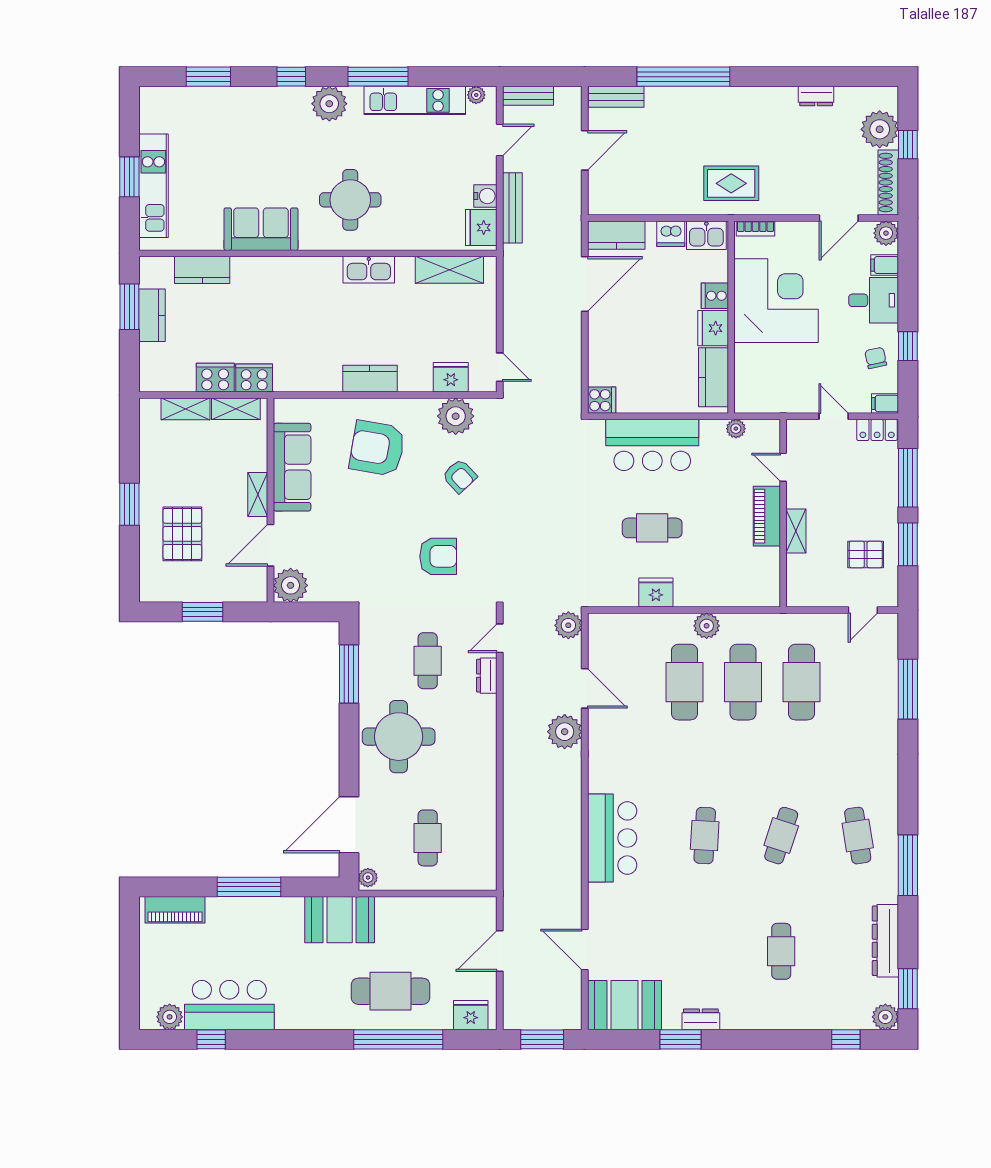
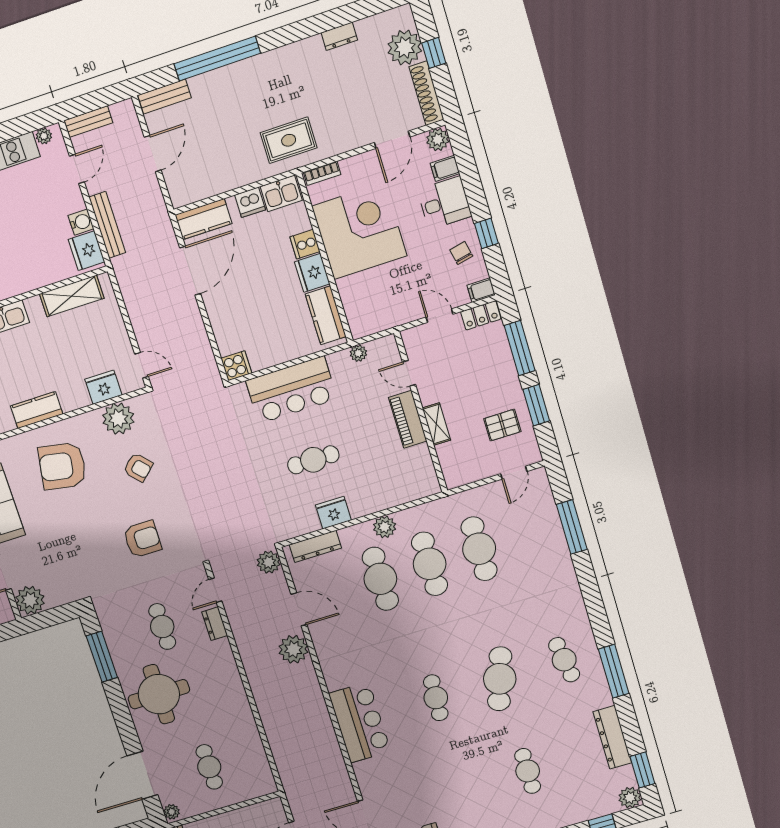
dresser: (625, 624) -> (315, 546), added
cafe table: (781, 836) -> (500, 679), width x1.37, depth x1.35

